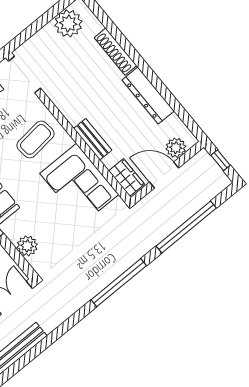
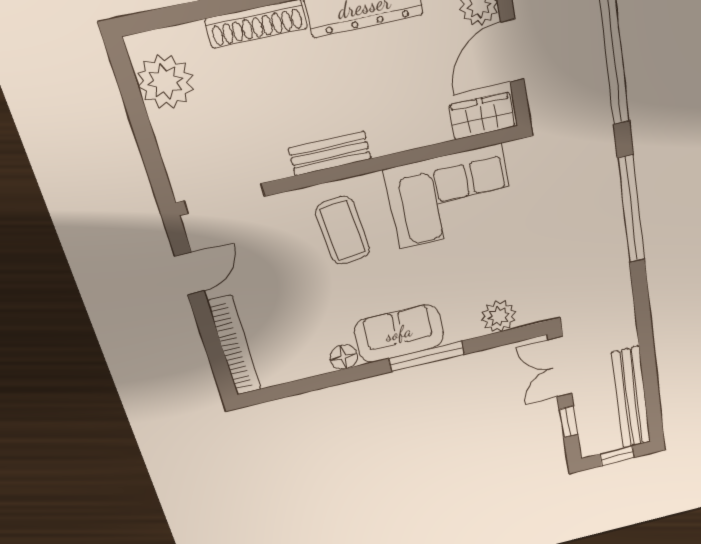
bench: (93, 139) -> (330, 154), moved

